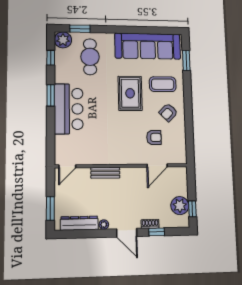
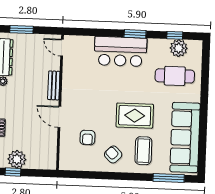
window: (80, 29) -> (205, 67), removed
plant: (63, 40) -> (179, 48), moved
window: (186, 60) -> (169, 178), width x1.44
door: (157, 166) -> (59, 117), moved

